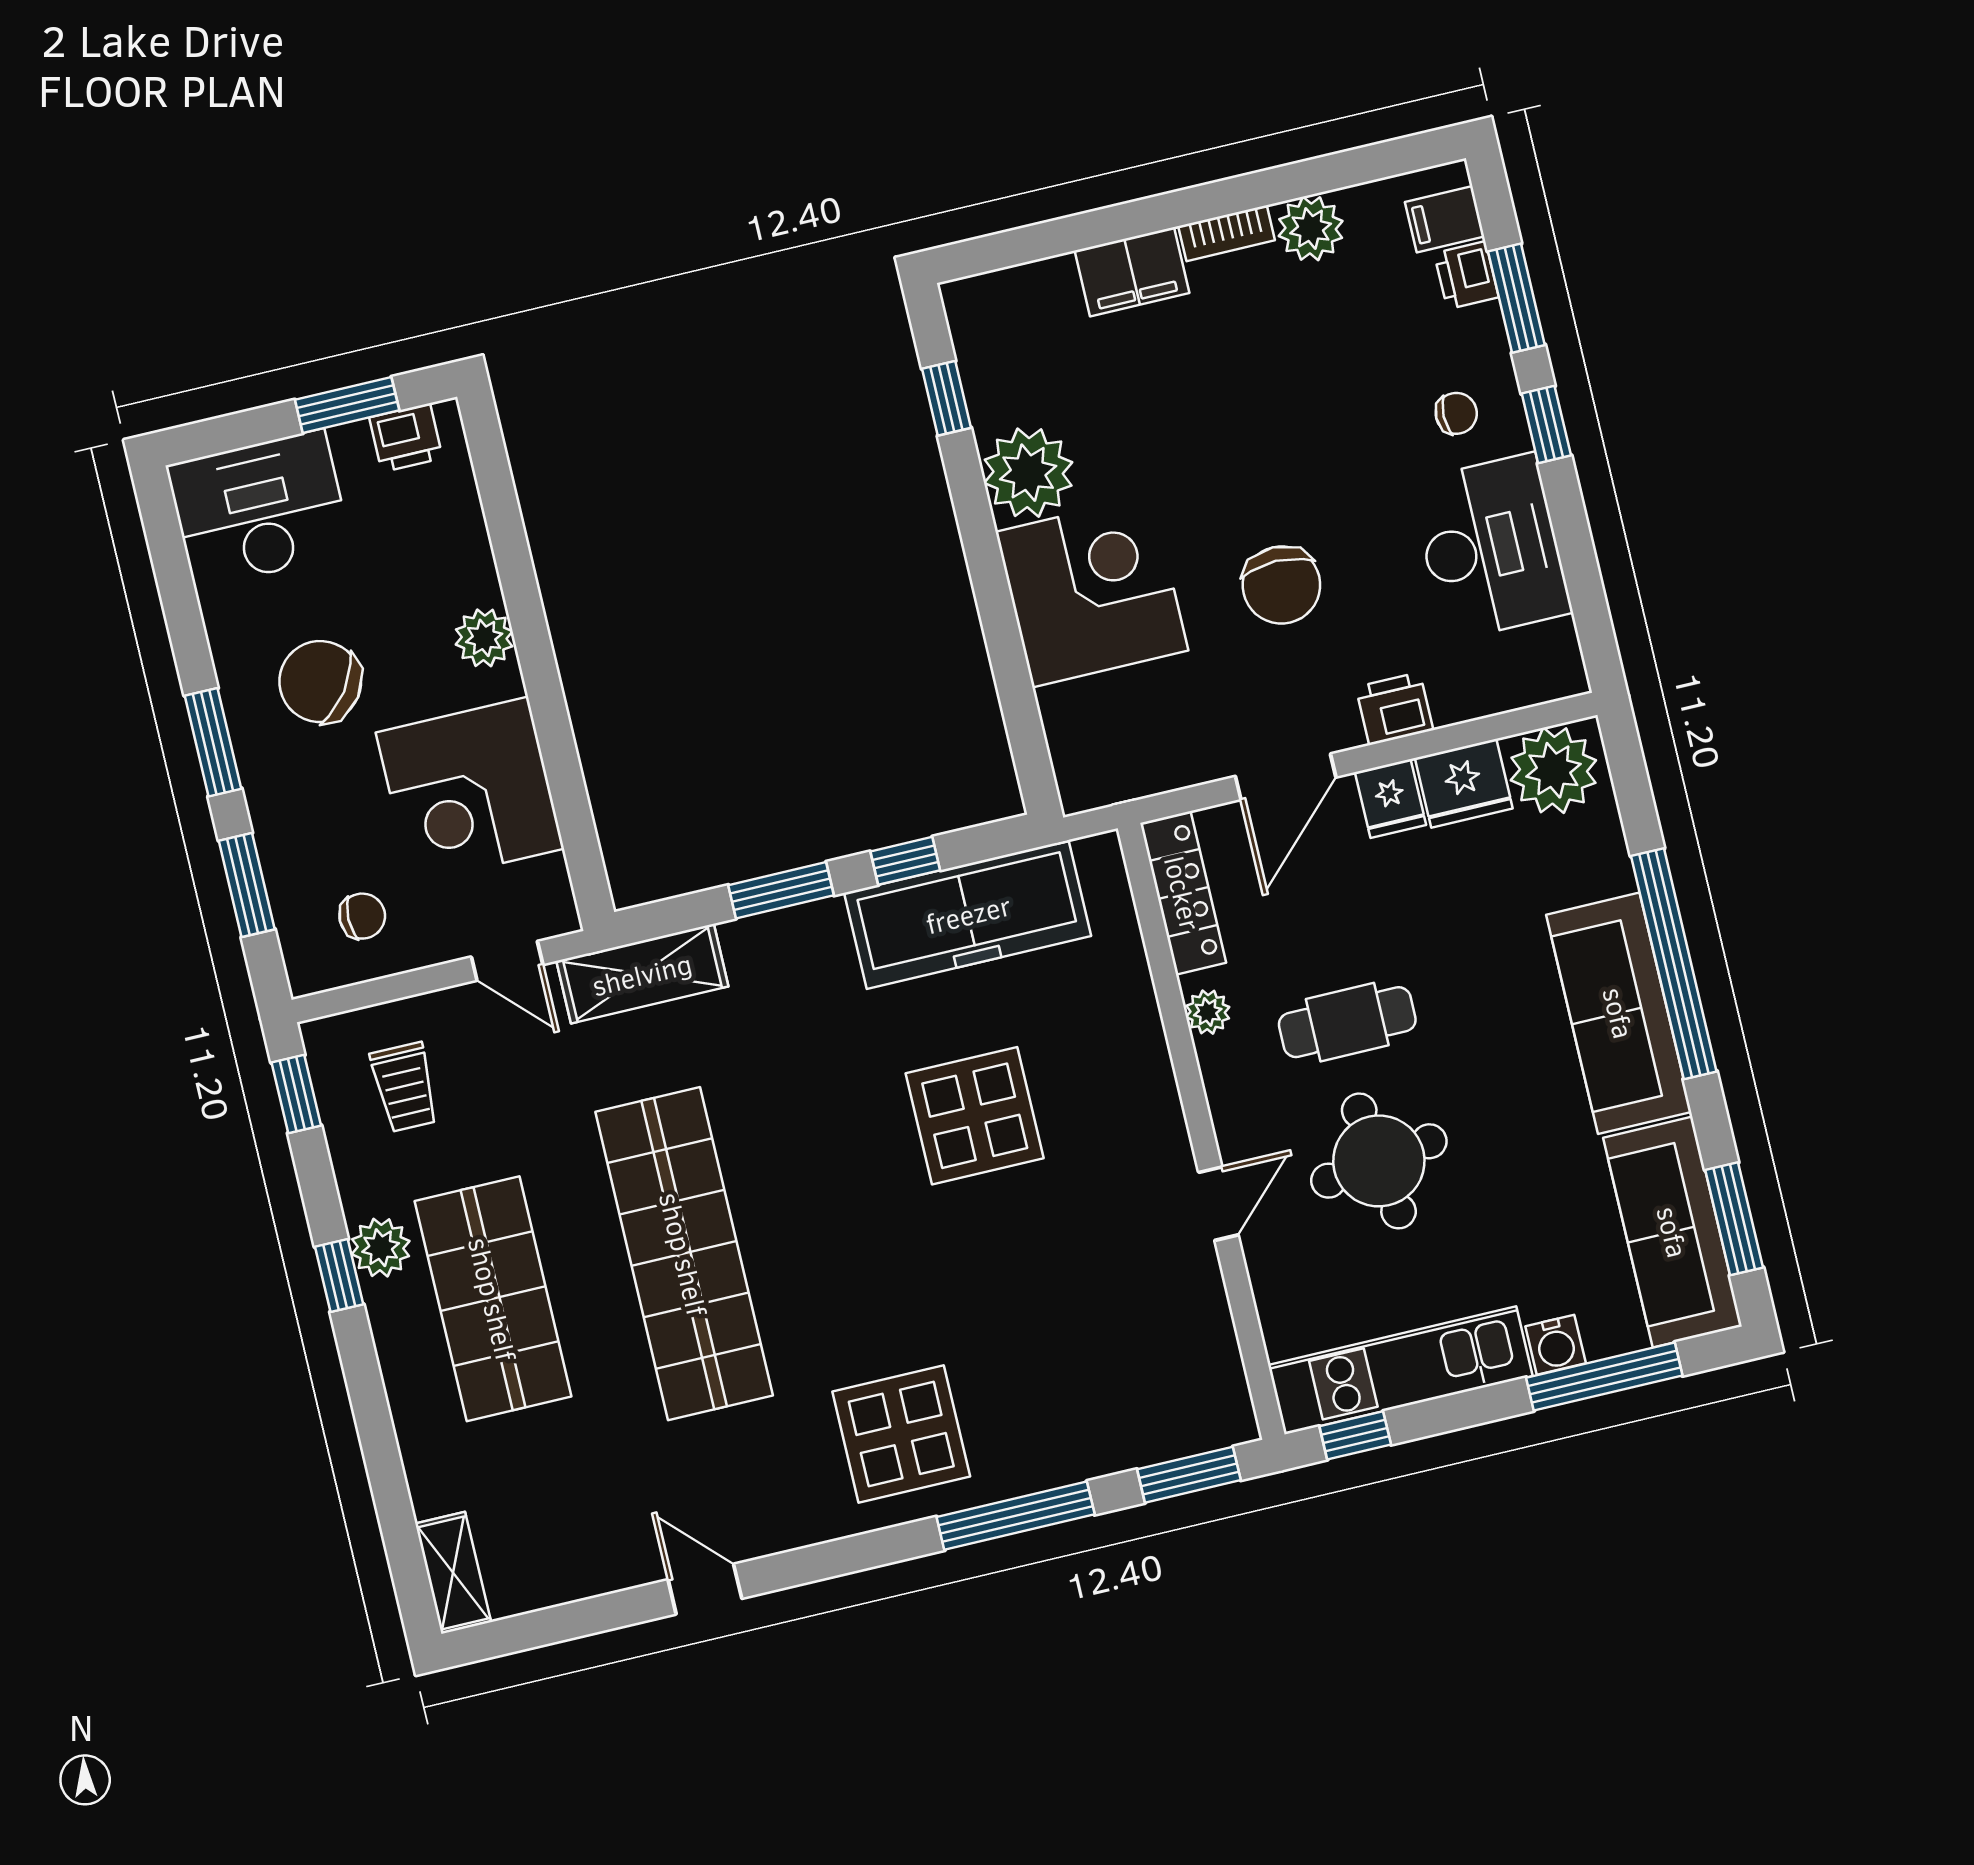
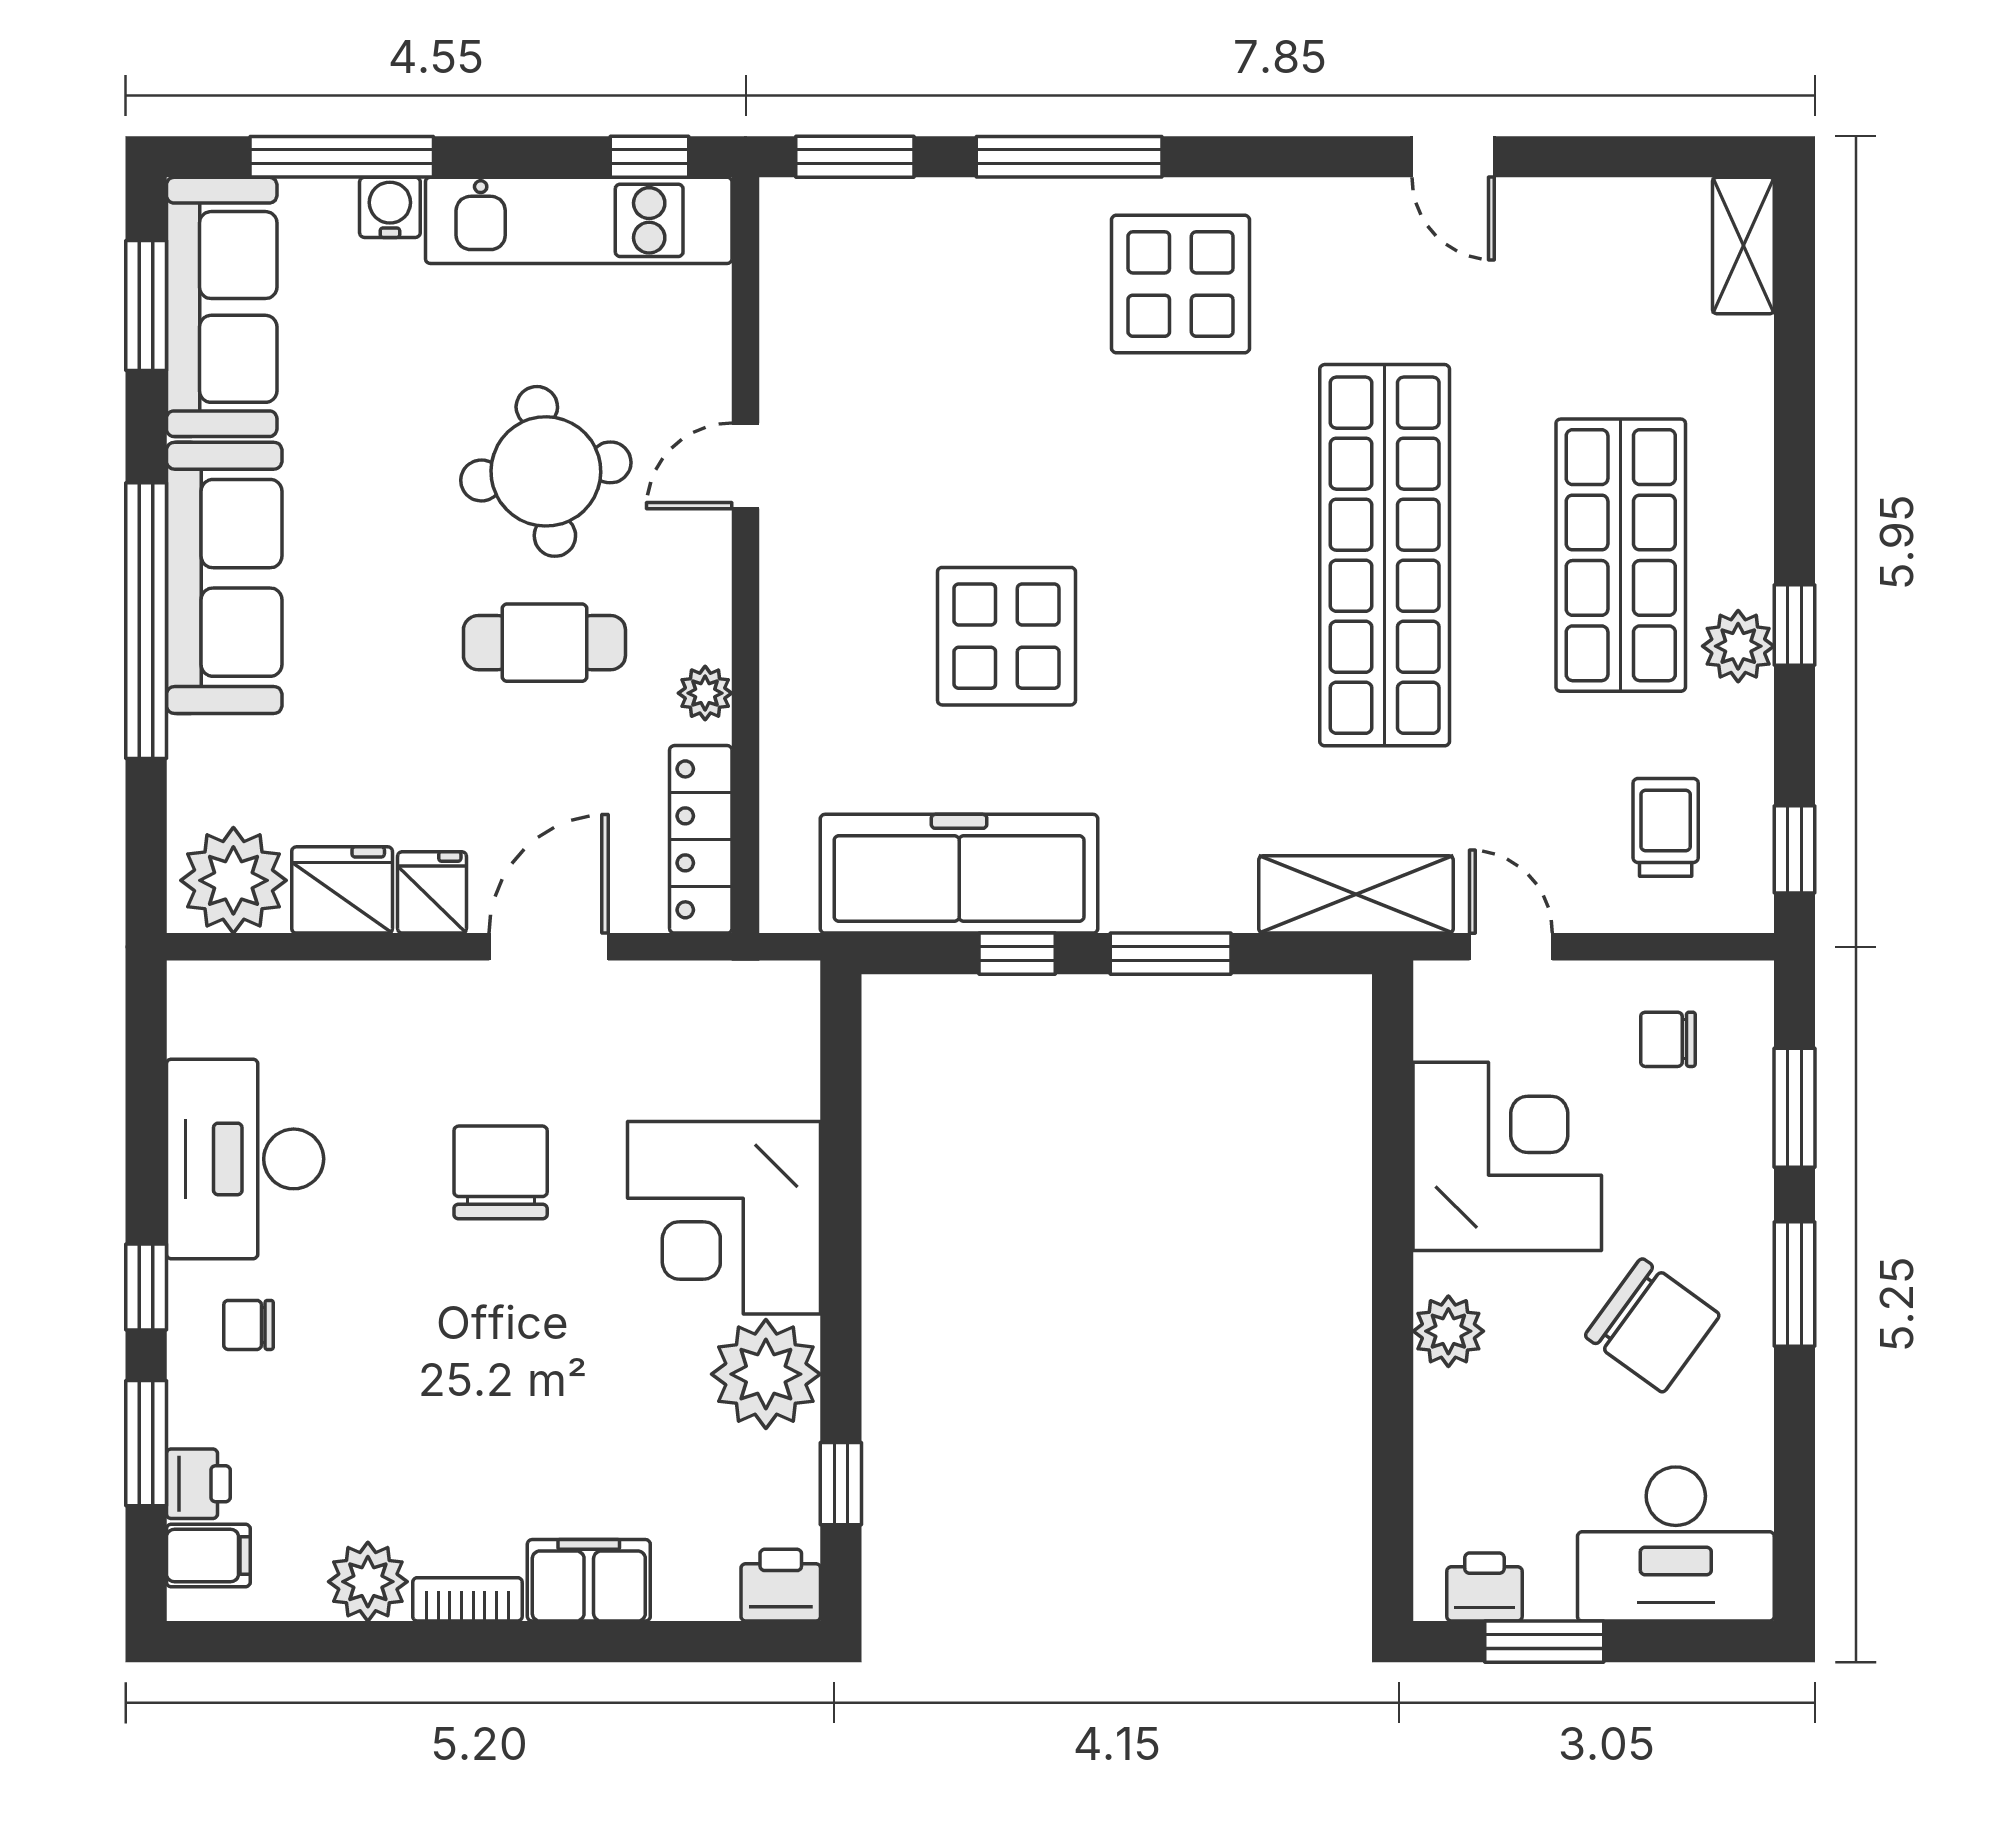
printer: (1394, 709) -> (781, 1585), moved, turned 180

